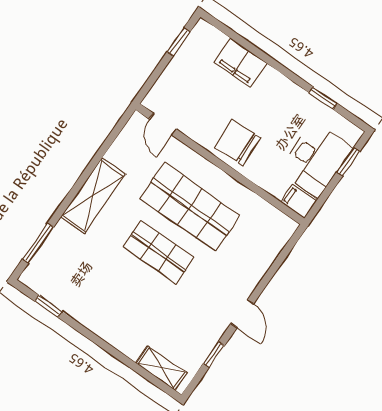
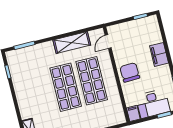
filing cabinet: (241, 63) -> (159, 54), moved
shelving: (93, 196) -> (72, 43), moved
shop shelf: (158, 252) -> (66, 87), width x1.43, depth x1.36

